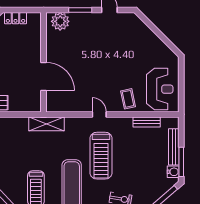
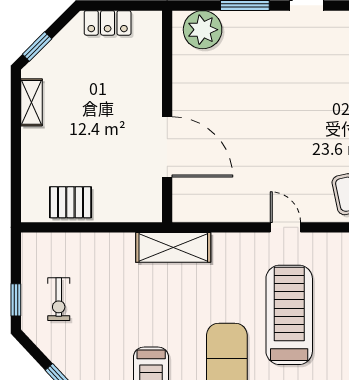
treadmill: (101, 156) -> (289, 315), turned 180

